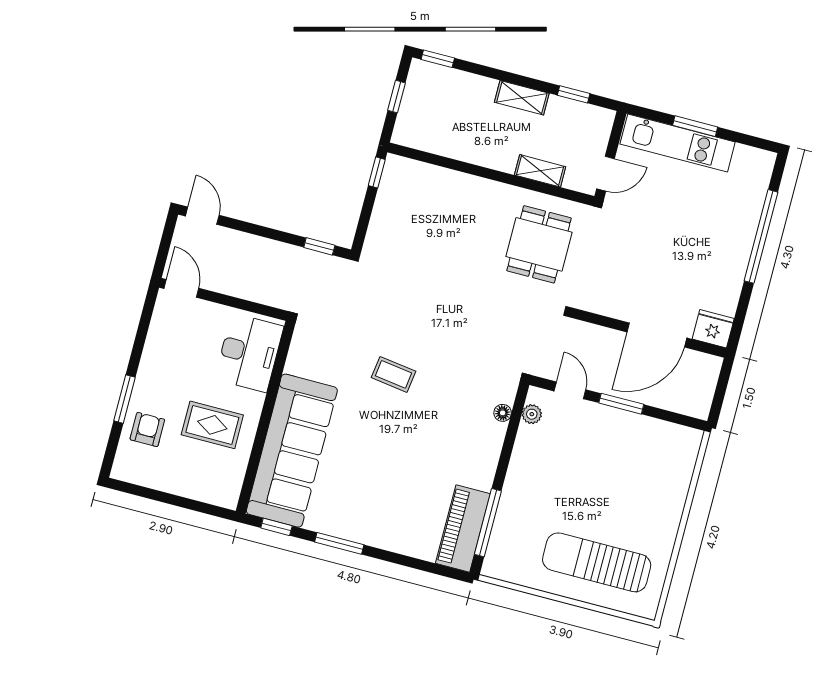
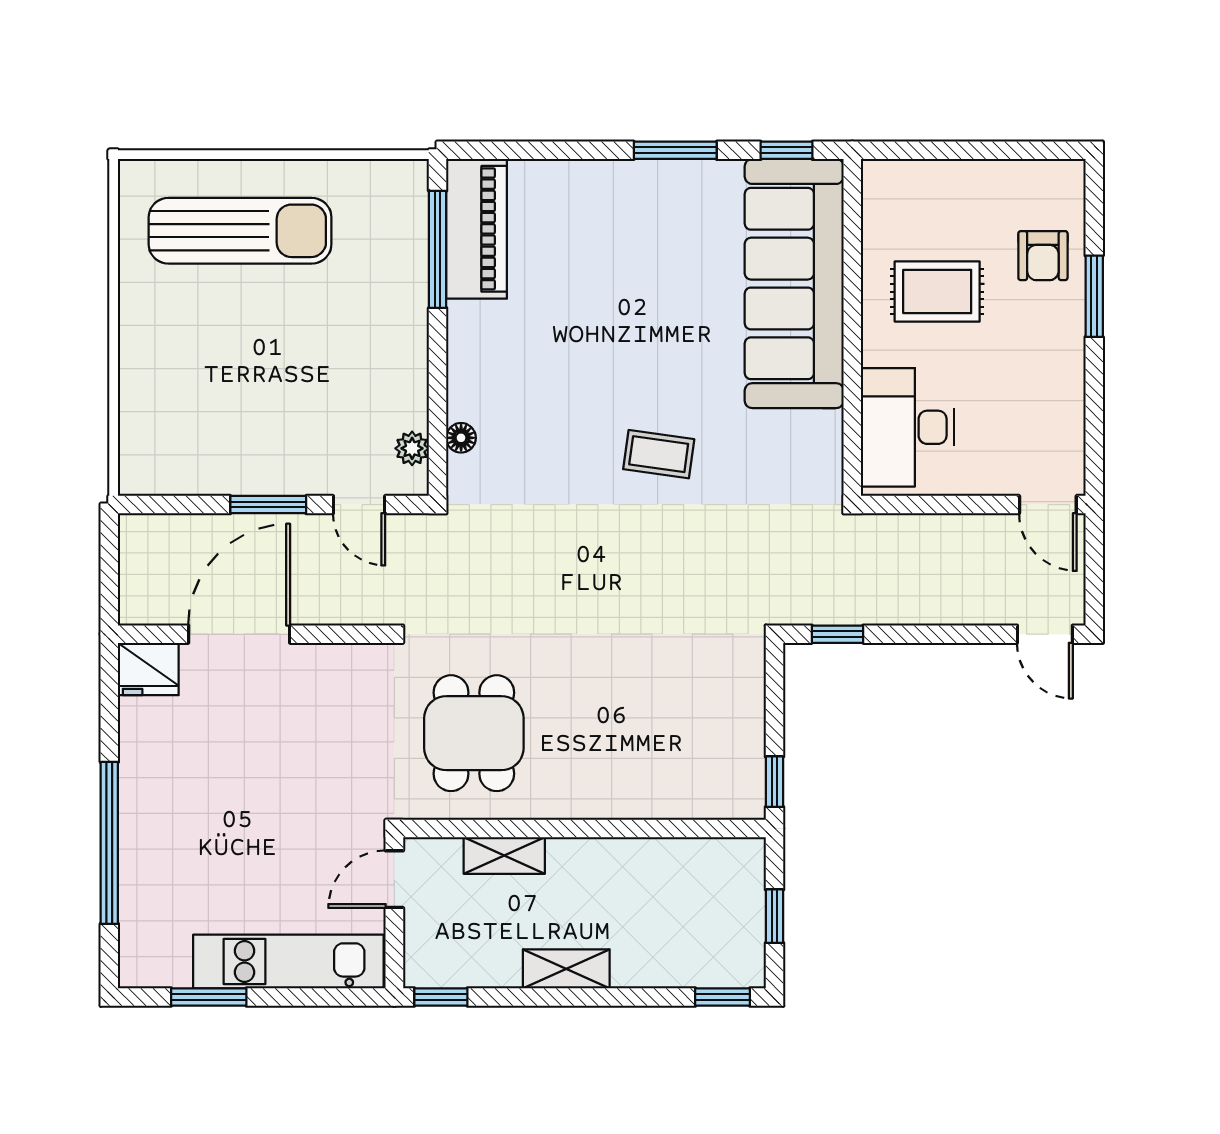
window: (574, 94) -> (441, 997), moved
window: (695, 126) -> (209, 997), moved

